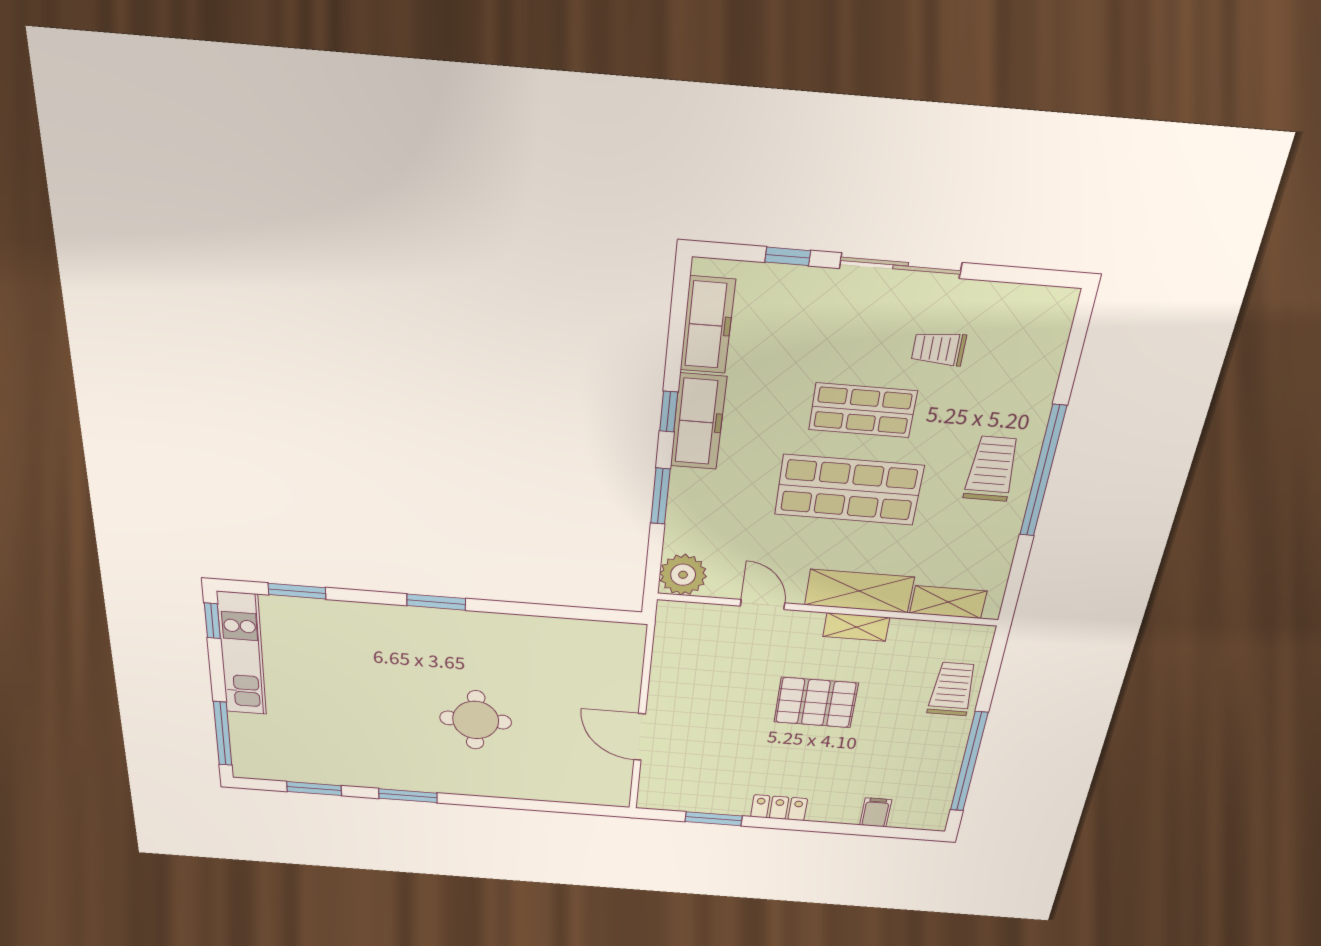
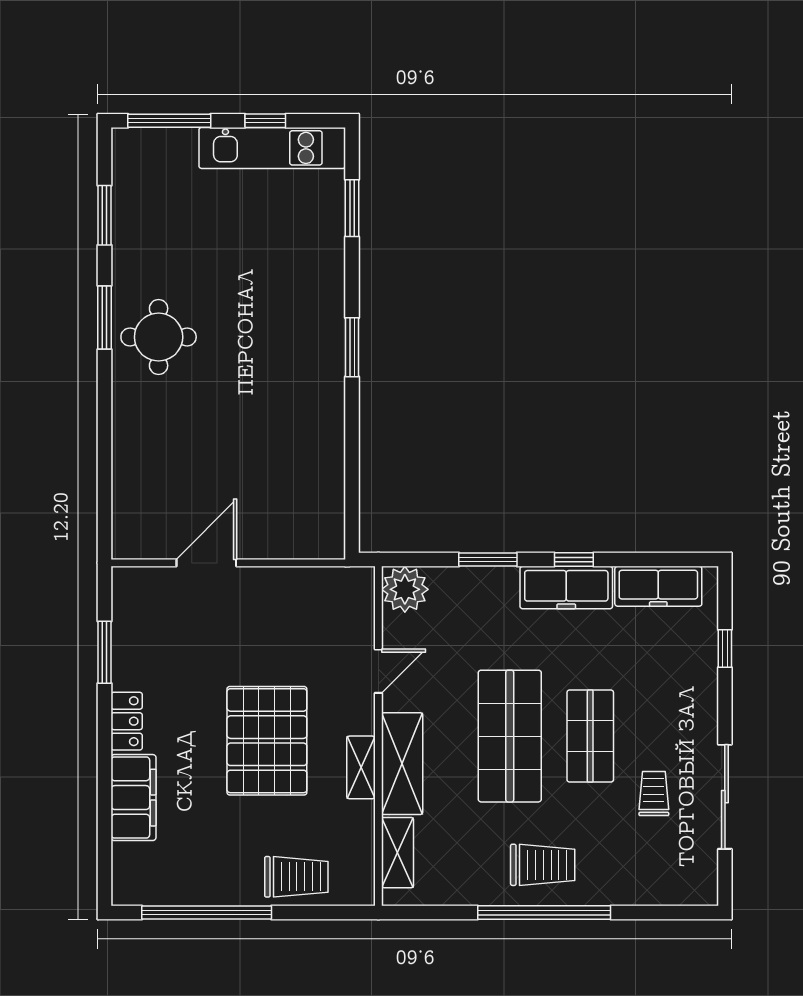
sliding door: (901, 266) -> (725, 797), moved
window: (212, 621) -> (265, 121), moved
pallet: (816, 703) -> (267, 741), width x1.37, depth x1.41
round table: (476, 720) -> (159, 337), moved
filing cabinet: (876, 812) -> (133, 798), width x3.00, depth x1.17

